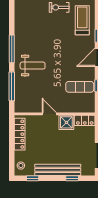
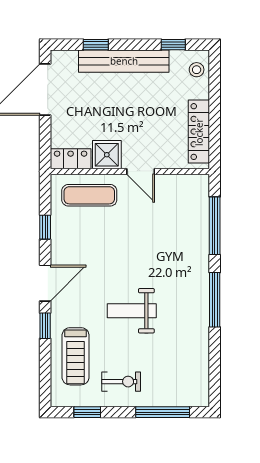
weight bench: (33, 66) -> (132, 311), moved
exercise mat: (80, 87) -> (89, 195), moved

